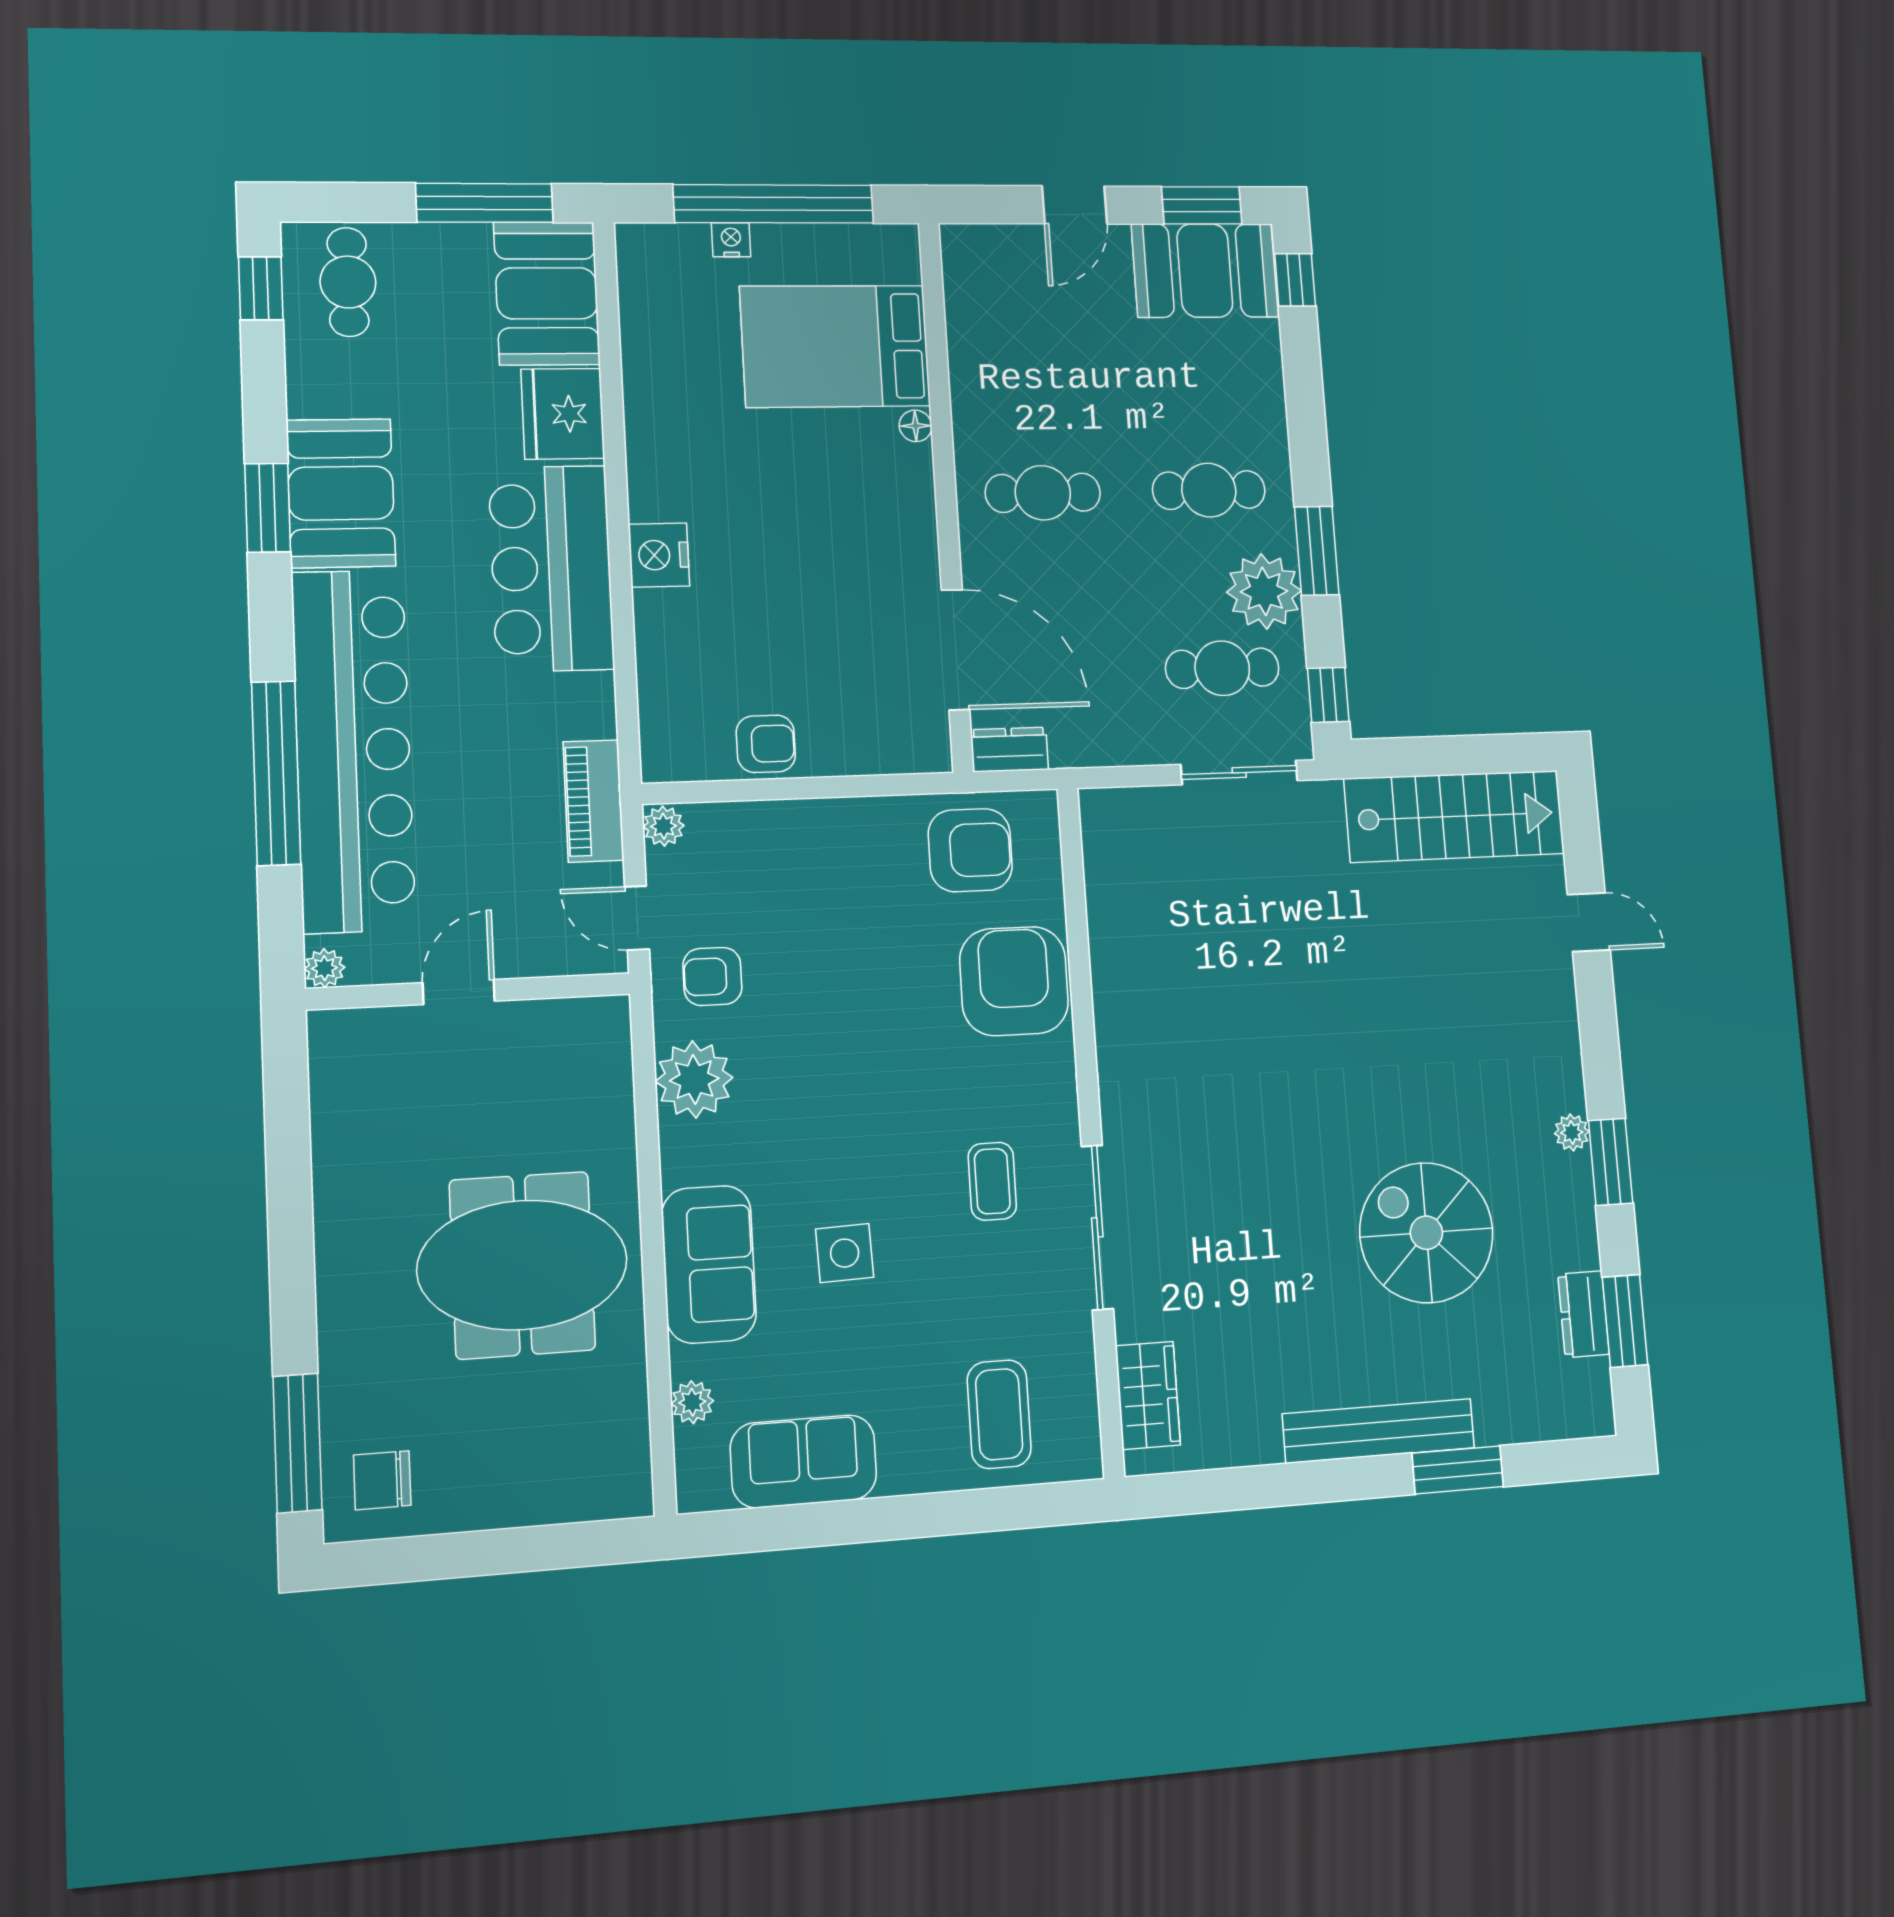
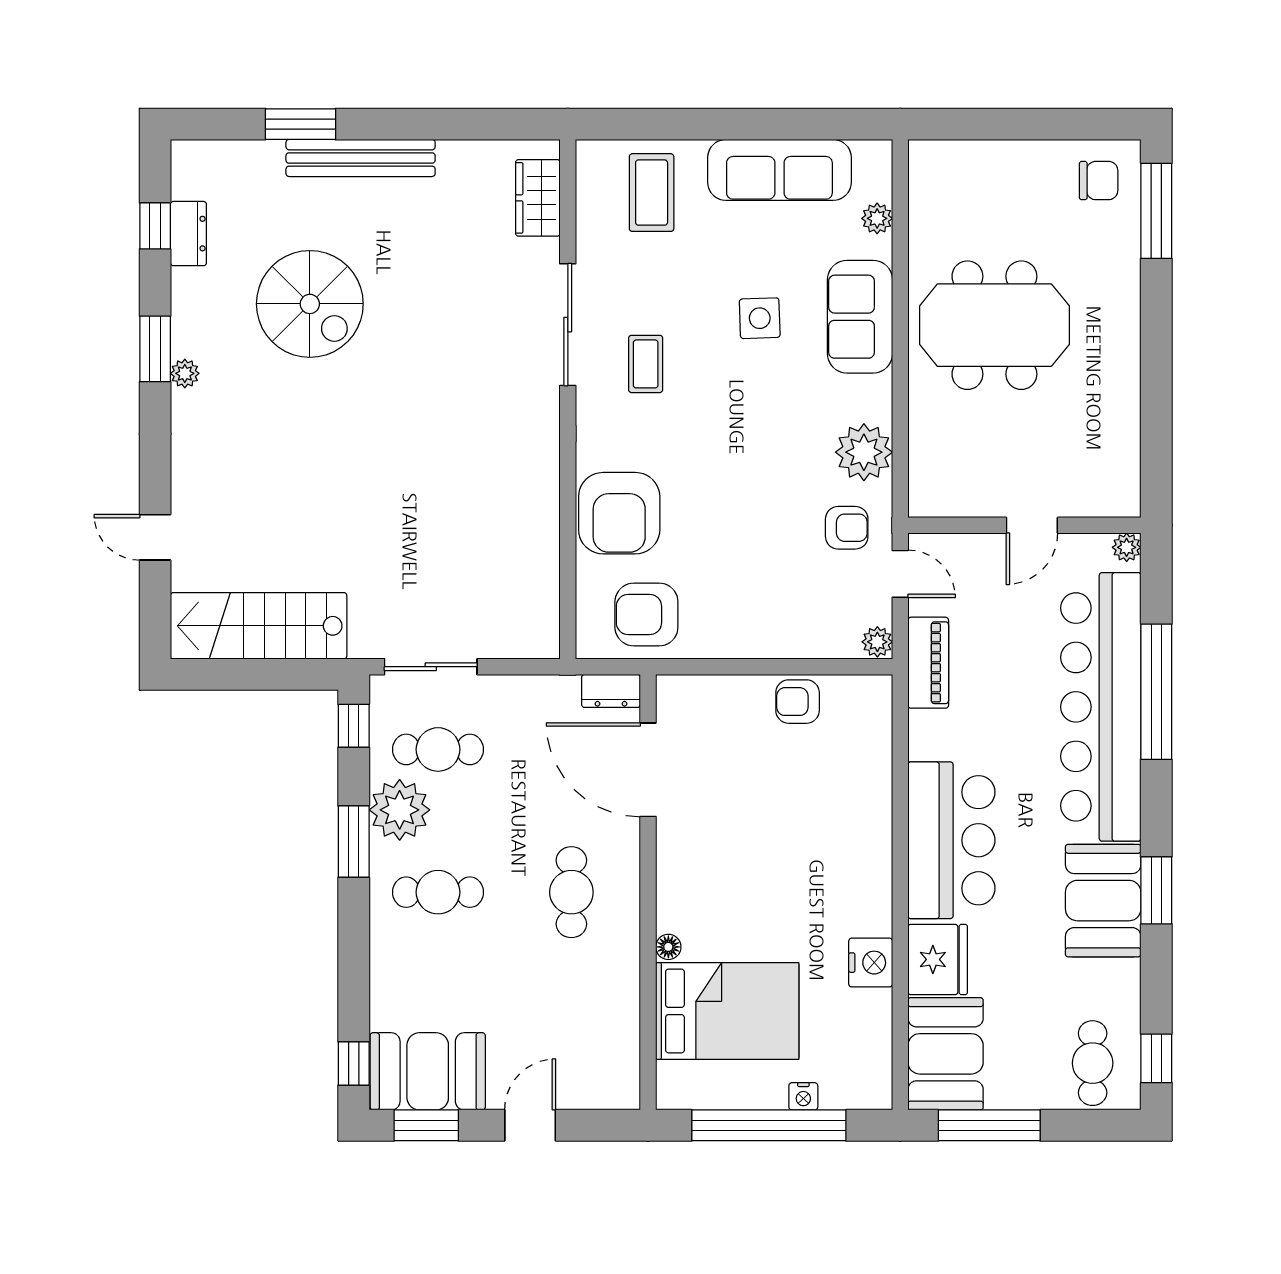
cafe table: (1043, 493) -> (571, 892), turned 90
nightstand: (659, 555) -> (871, 963), moved
window: (1625, 1321) -> (155, 226), width x0.67
sofa: (803, 1461) -> (779, 170), width x1.36

